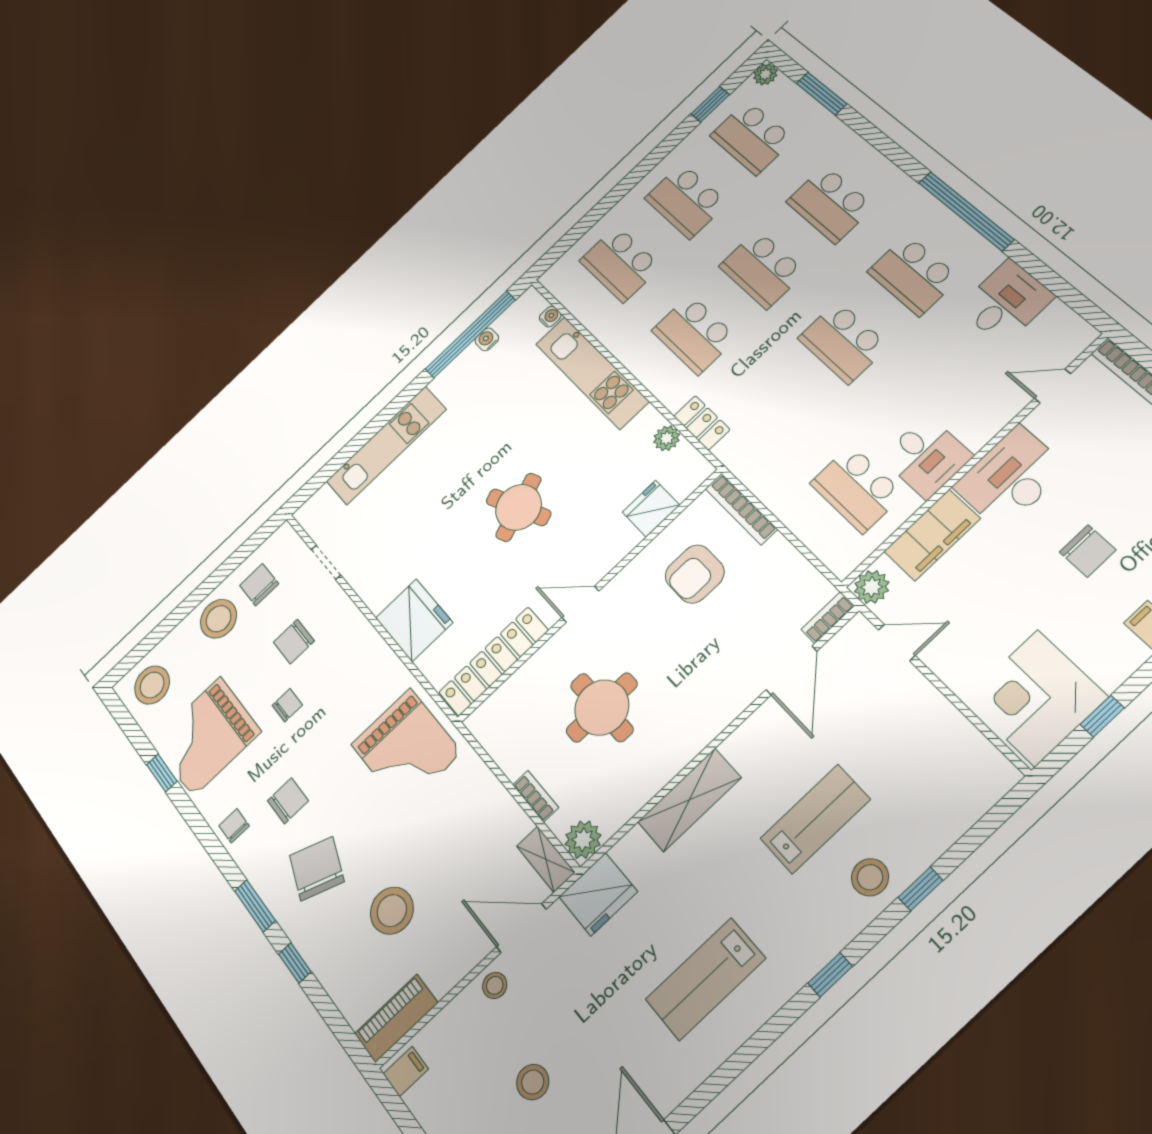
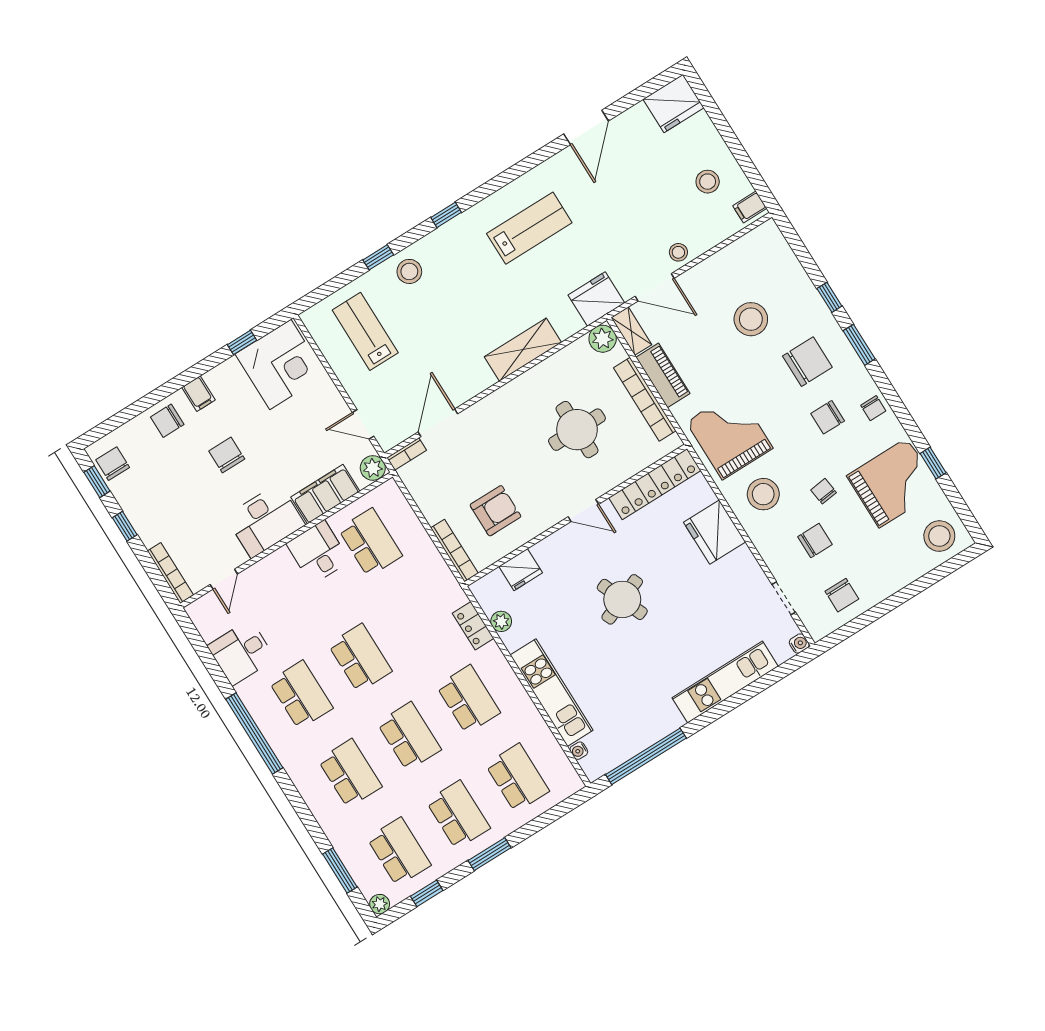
window: (641, 170) -> (489, 854), added
water cooler: (487, 339) -> (799, 644), moved, turned -90
door: (1052, 386) -> (224, 579), hinge flipped
stool: (219, 619) -> (763, 494), moved
chair: (287, 705) -> (824, 491), turned 83
bookcase: (536, 796) -> (645, 399), width x2.31, depth x1.31
lab bench: (815, 819) -> (365, 331), moved, turned 90
chair: (317, 869) -> (807, 362), turned -111
piano: (396, 1018) -> (663, 375), moved, turned -90
stool: (533, 1082) -> (708, 182), moved

